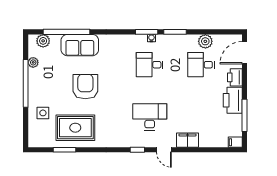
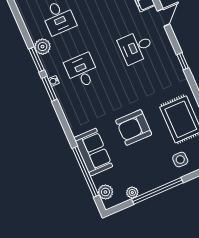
plant: (205, 41) -> (43, 47), moved
desk: (150, 65) -> (82, 71), turned 180
desk: (150, 117) -> (136, 47), width x0.73
window: (137, 150) -> (183, 61), moved

